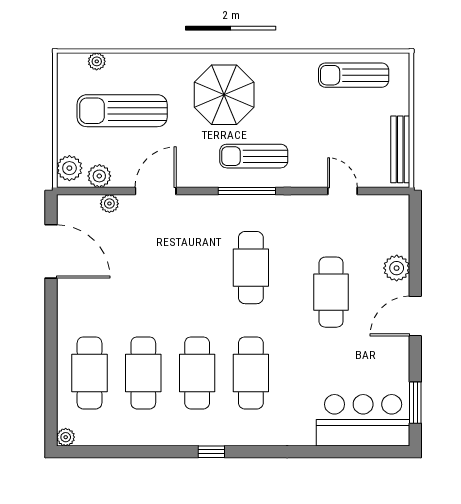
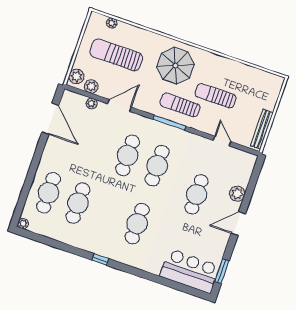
sun lounger: (354, 75) -> (216, 96), moved
cafe table: (197, 373) -> (128, 155), moved

